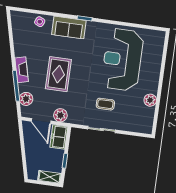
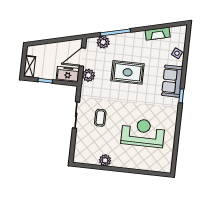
reception desk: (122, 60) -> (143, 133), width x0.74, depth x0.77
fireplace: (22, 70) -> (158, 34), moved

